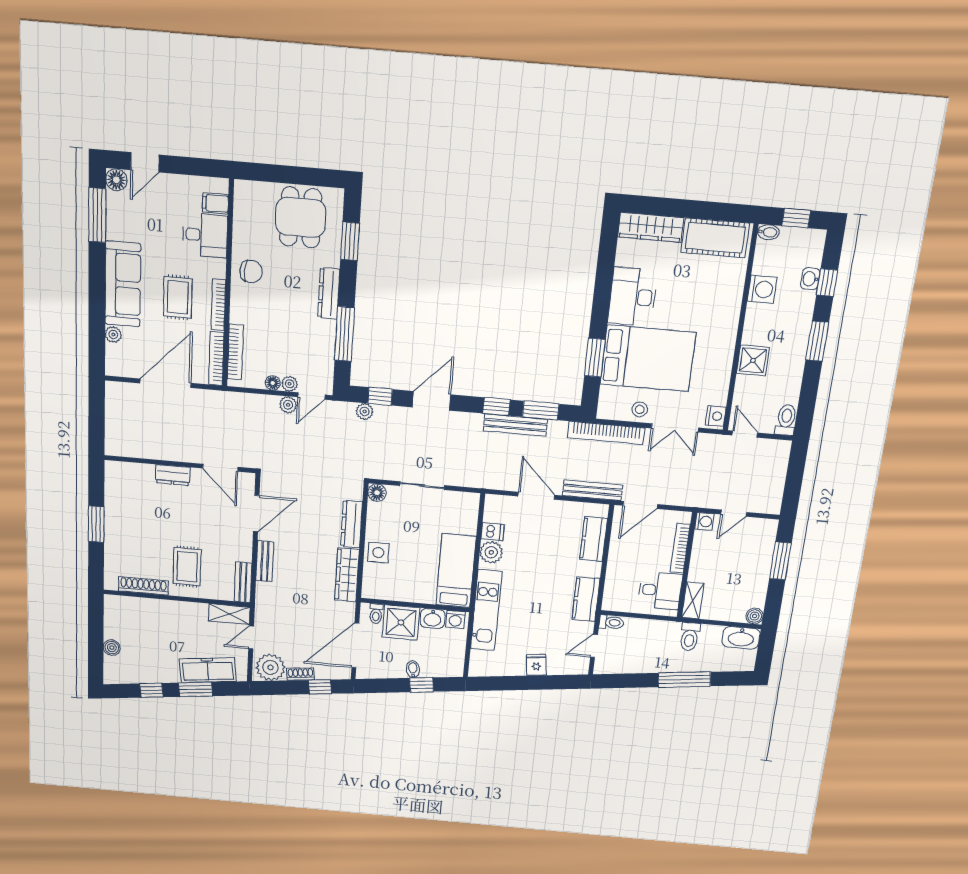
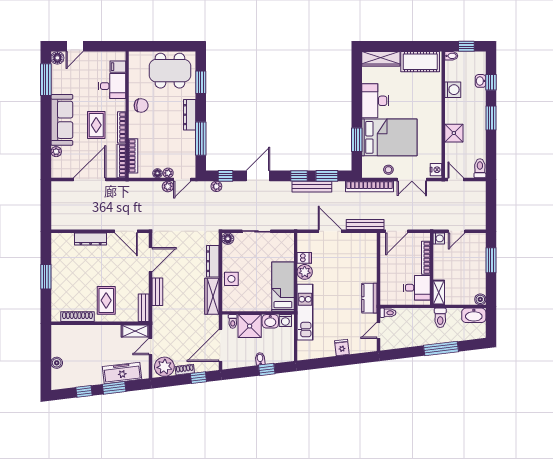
dining table: (301, 217) -> (170, 71), width x1.38
dresser: (173, 475) -> (91, 239), width x1.44
kitchen counter: (594, 539) -> (370, 257), removed

